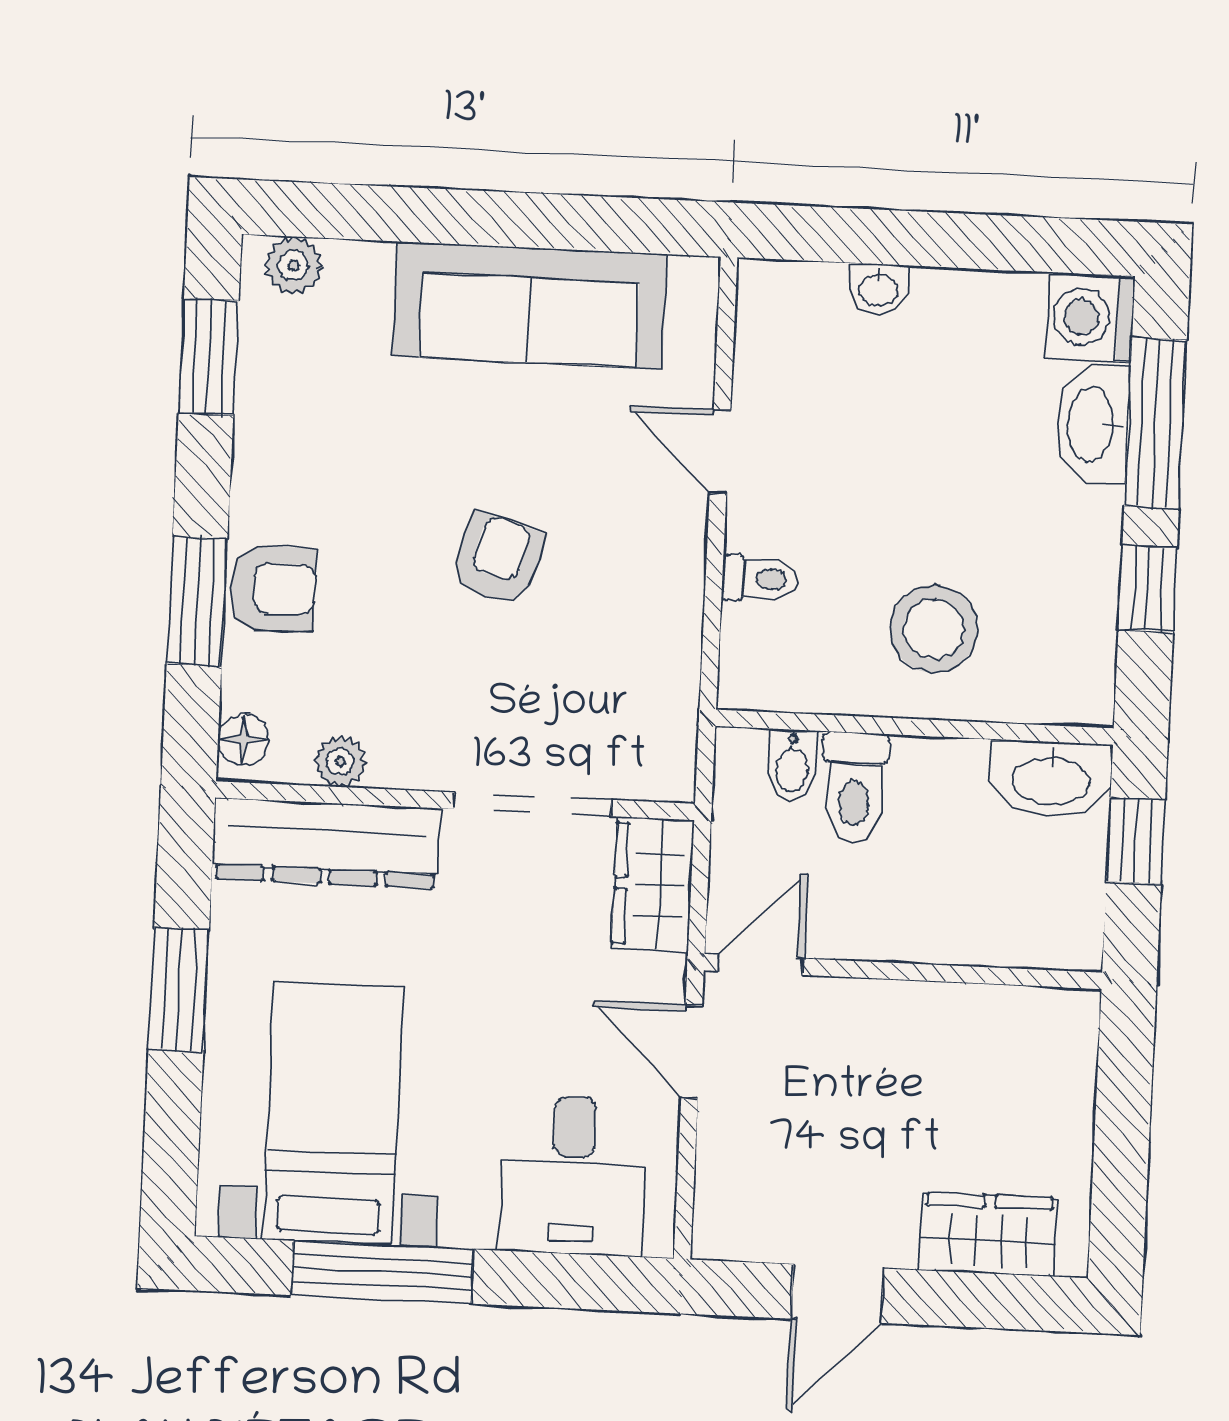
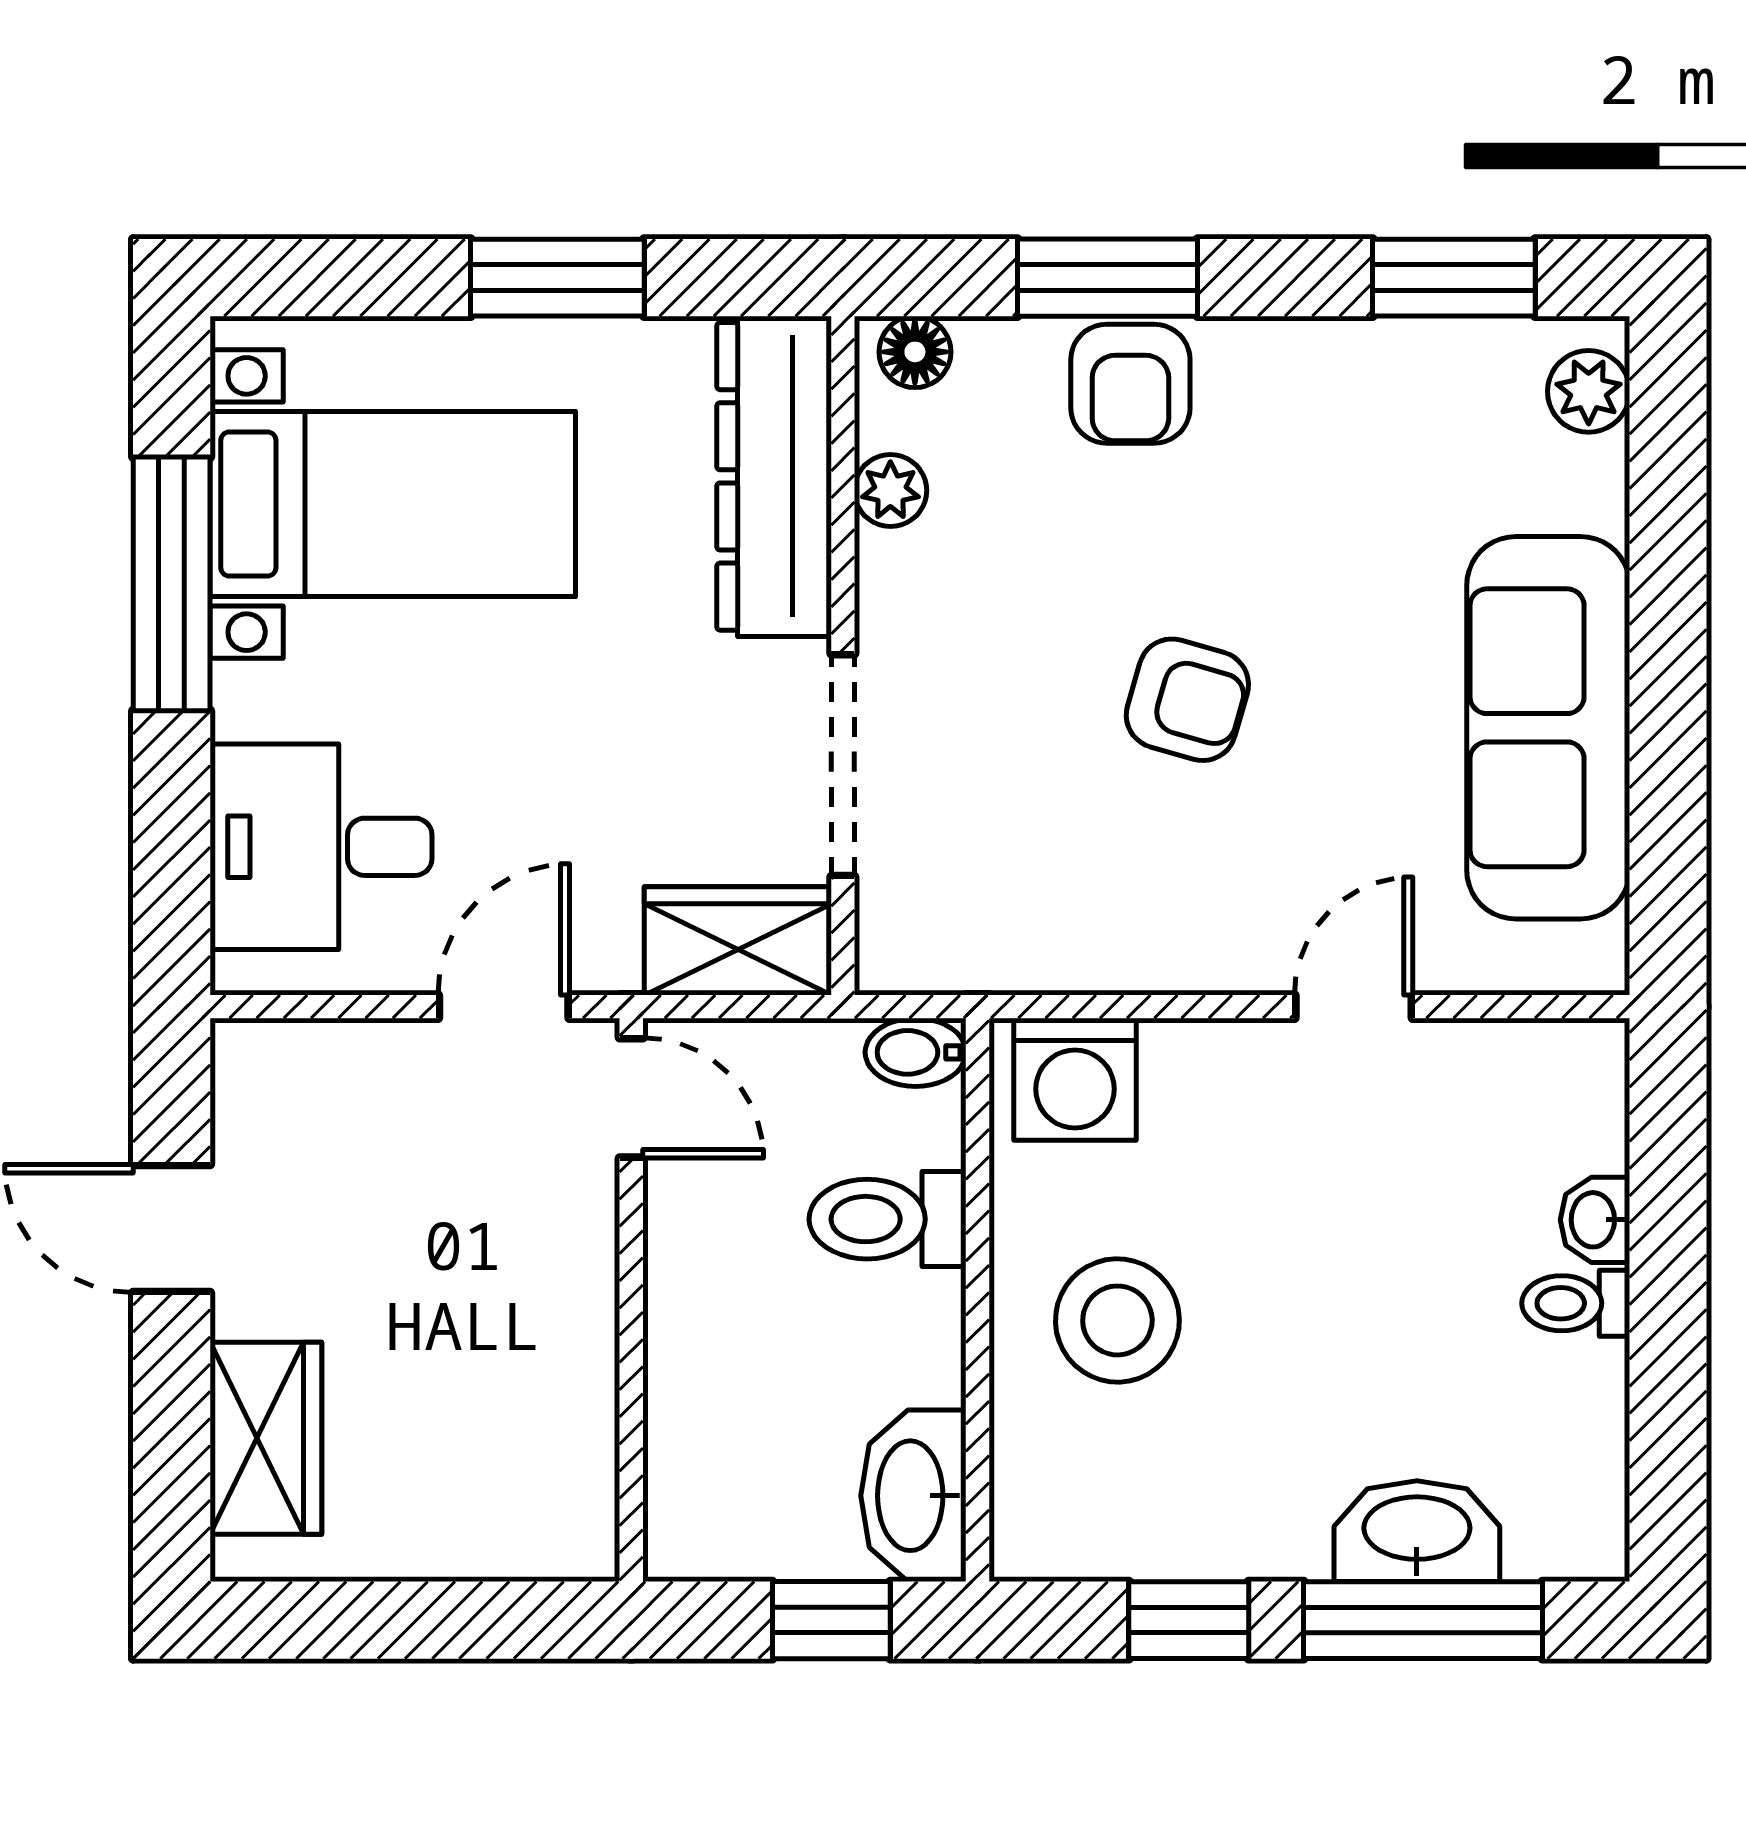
washing machine: (1090, 317) -> (1075, 1079), moved, turned 180
toilet: (760, 579) -> (1576, 1303), moved, turned 90
bidet: (792, 765) -> (916, 1052), moved

